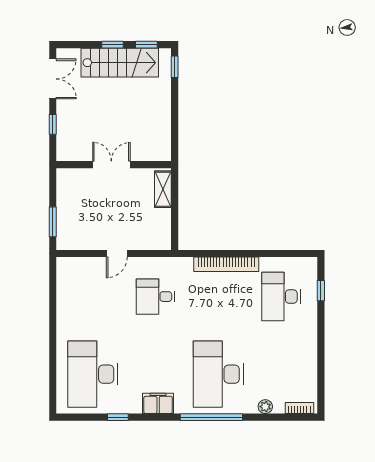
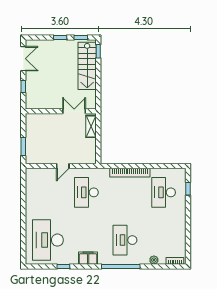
stairs: (120, 63) -> (87, 66), moved, turned 90
double door: (111, 165) -> (74, 111), moved
desk: (155, 297) -> (86, 192), width x1.37
desk: (218, 374) -> (125, 240), width x0.73, depth x0.77

